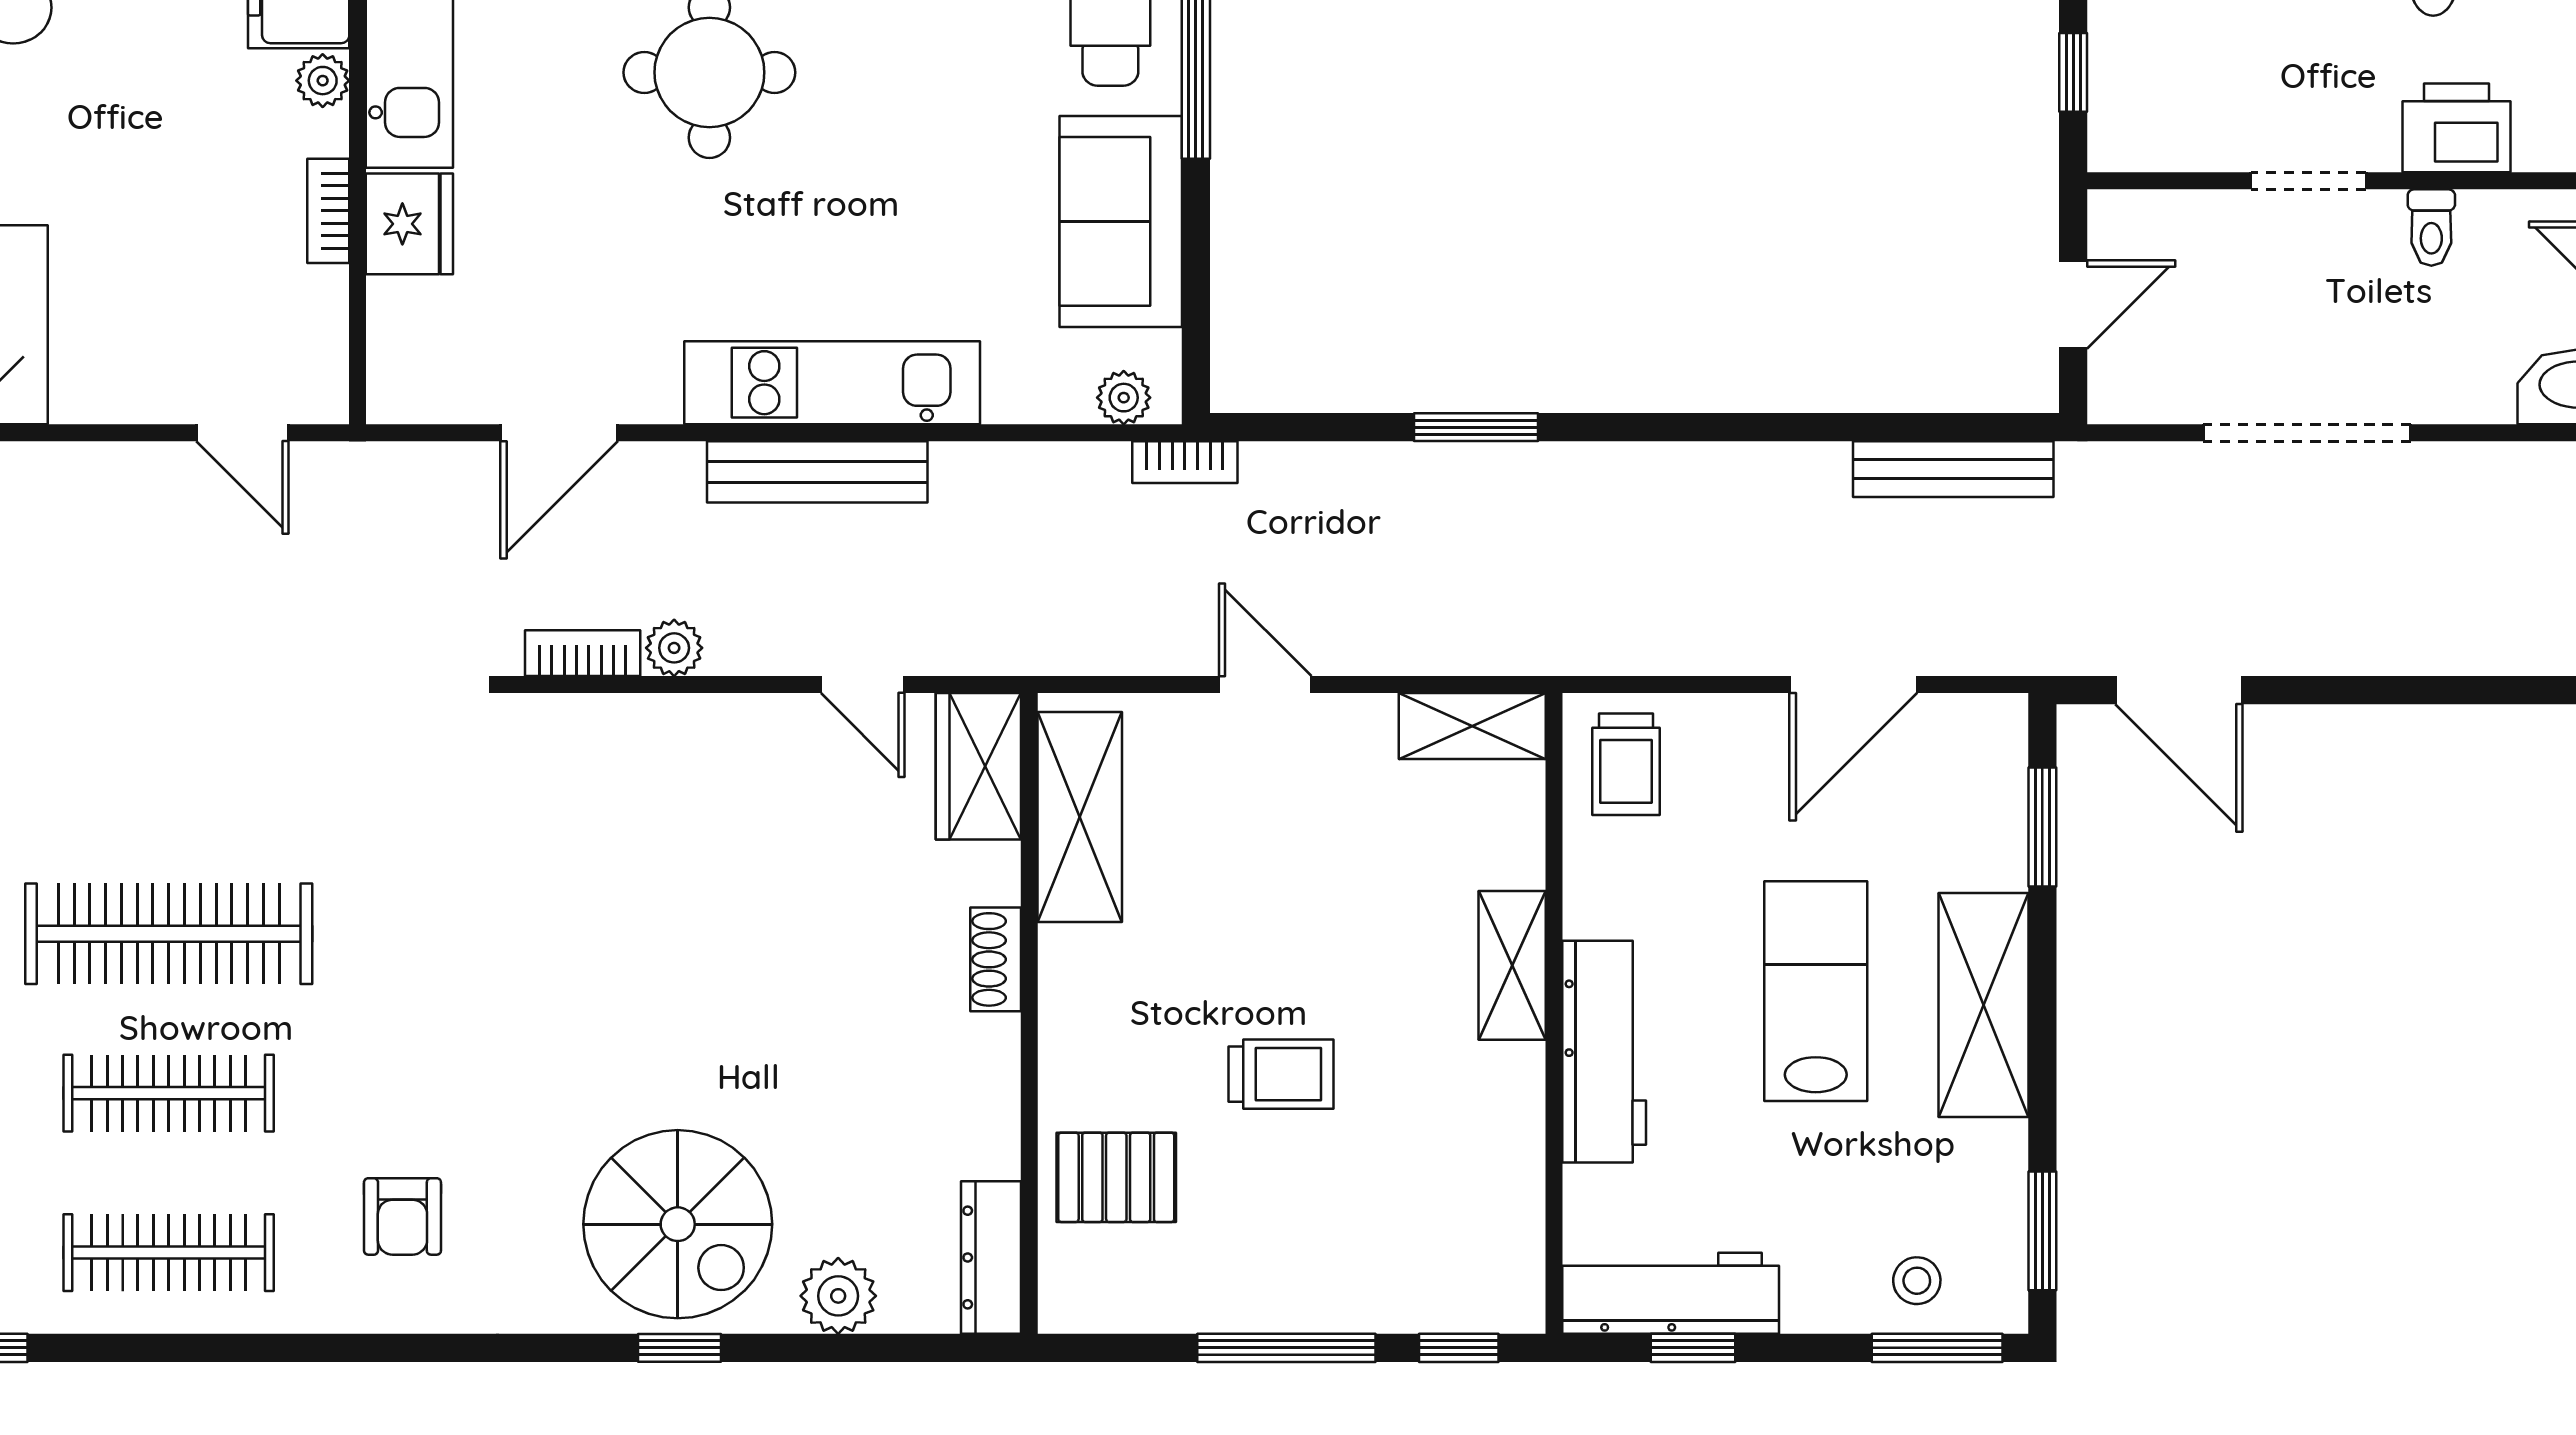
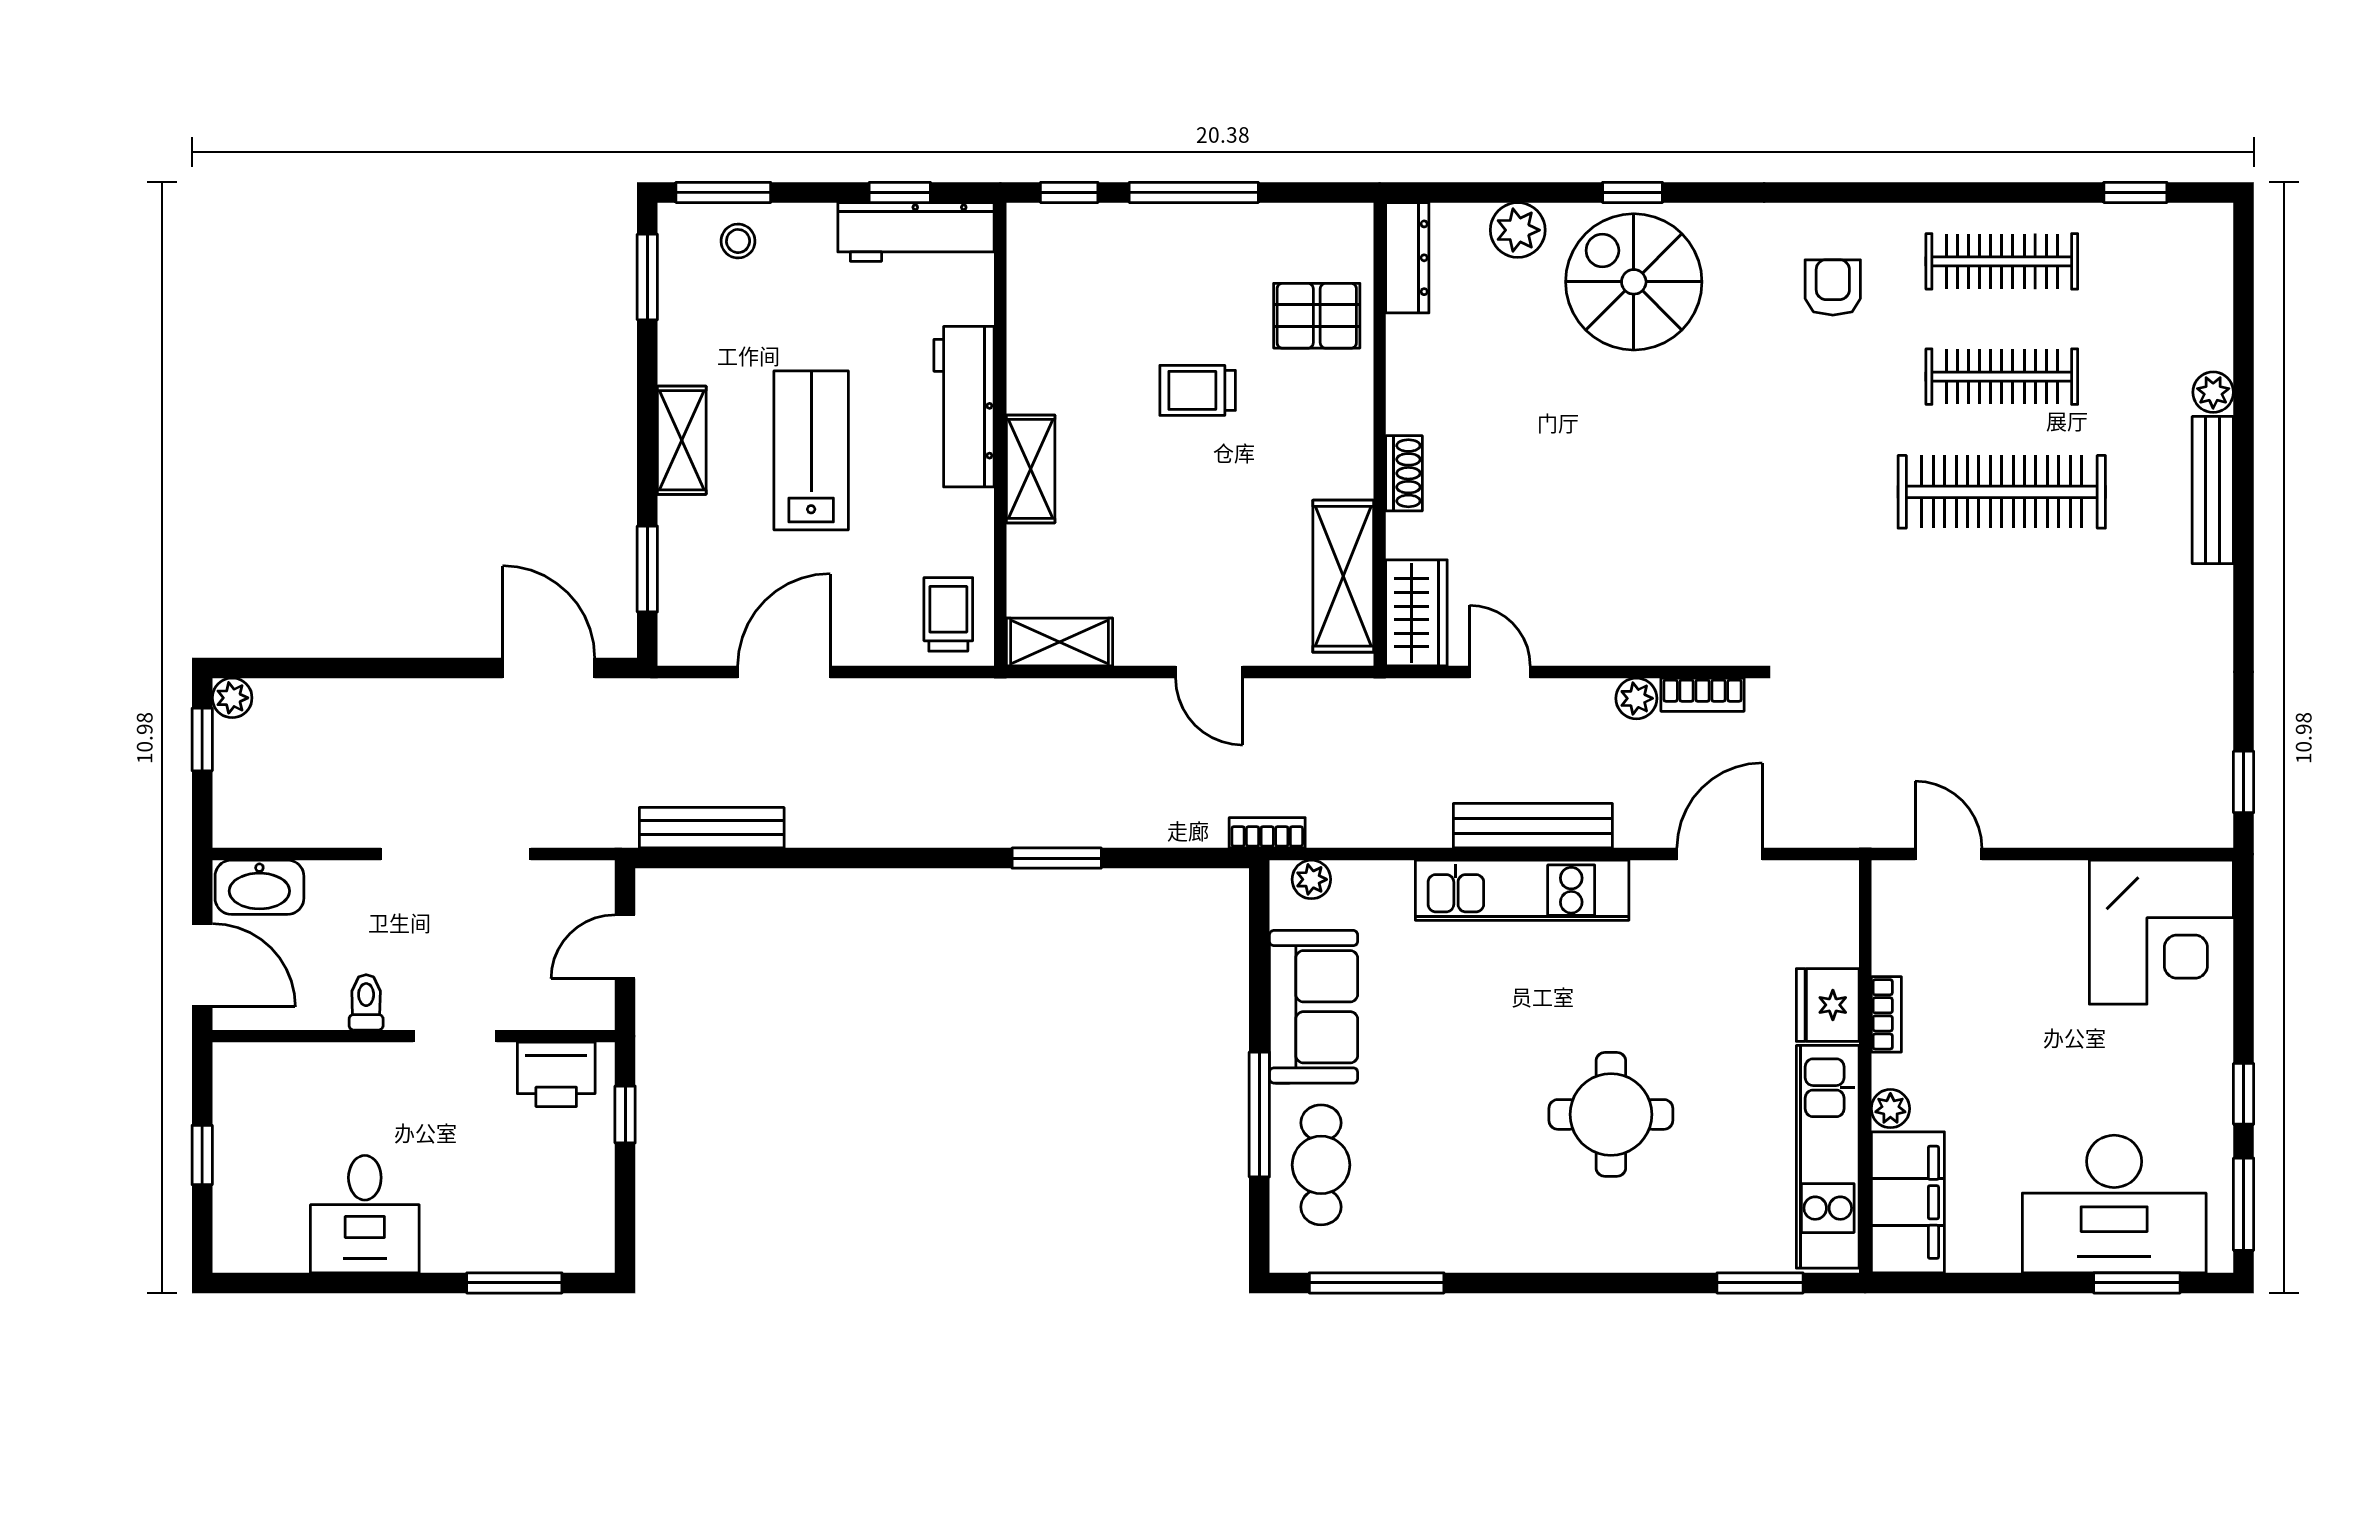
printer: (2457, 128) -> (556, 1074), moved
lab bench: (1816, 991) -> (811, 450), turned 180
shelving: (1984, 1005) -> (682, 440), width x0.67, depth x0.75

